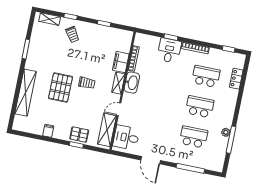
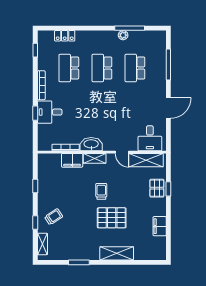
shelving: (26, 93) -> (117, 253), width x0.68
filing cabinet: (48, 131) -> (160, 226), width x2.00

